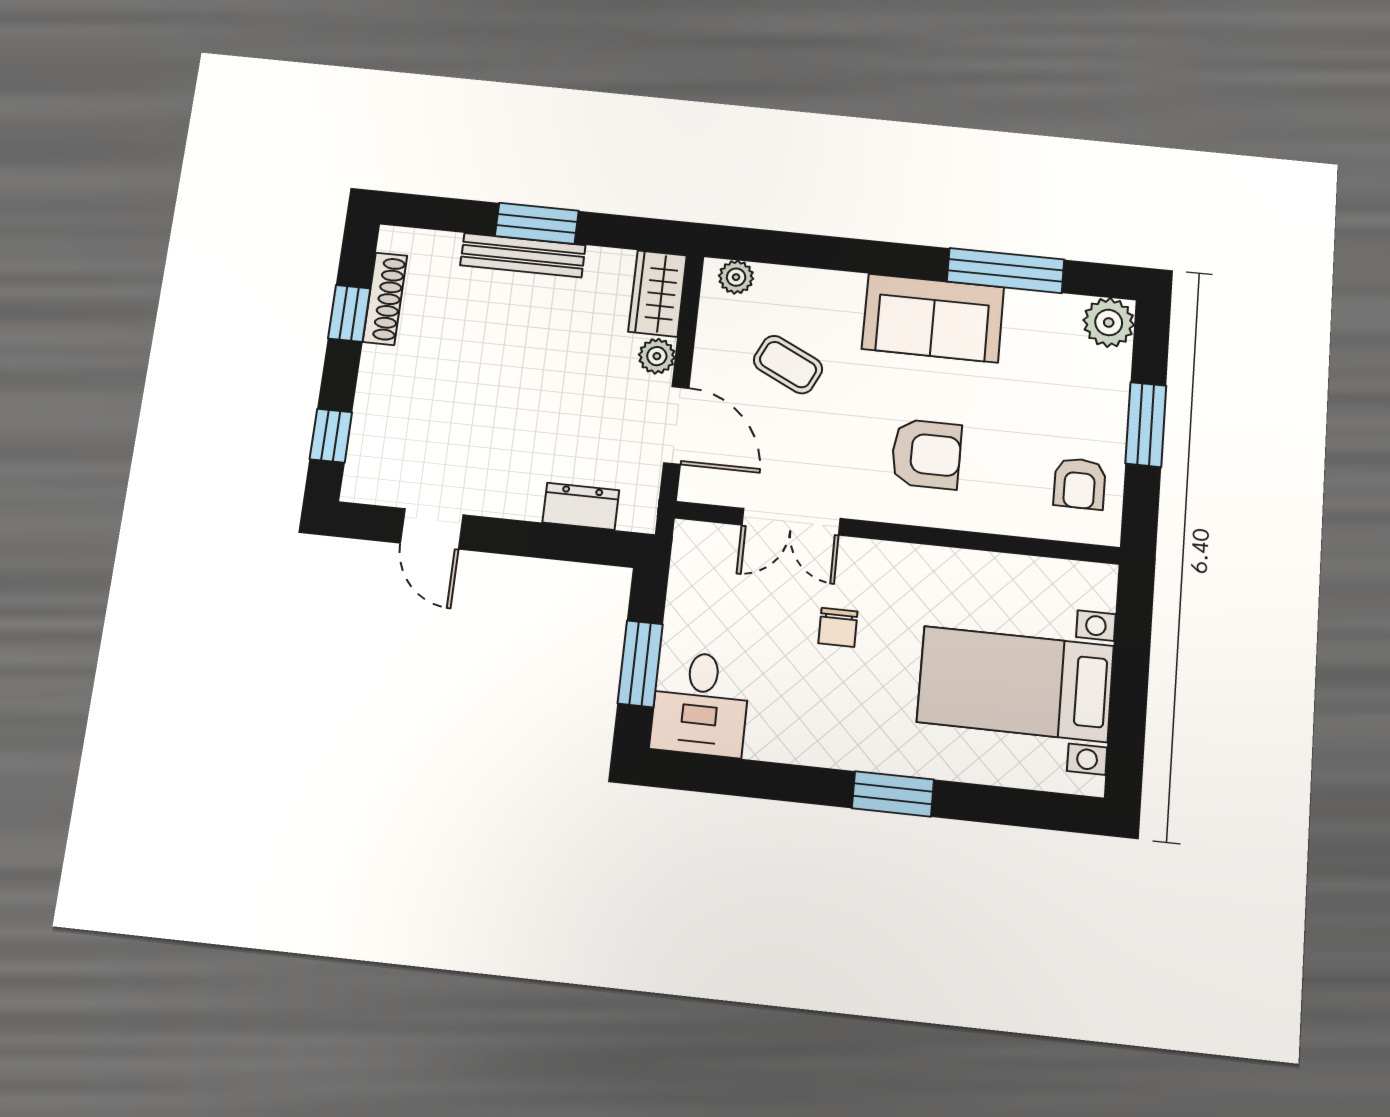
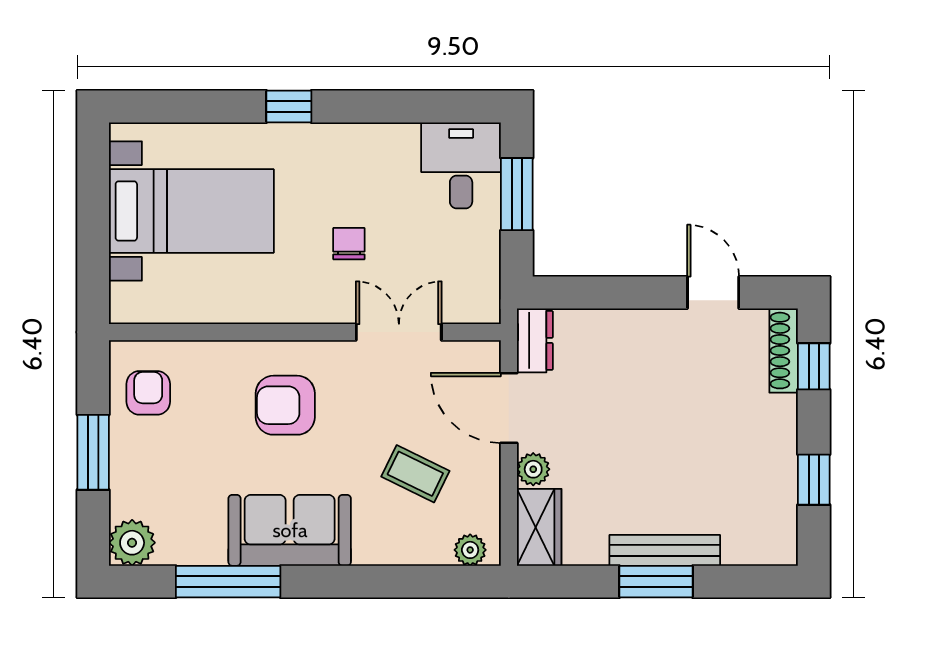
shoe rack: (385, 299) -> (784, 351), moved
dresser: (581, 506) -> (535, 340), moved, turned -90
window: (893, 794) -> (289, 106), width x0.67

